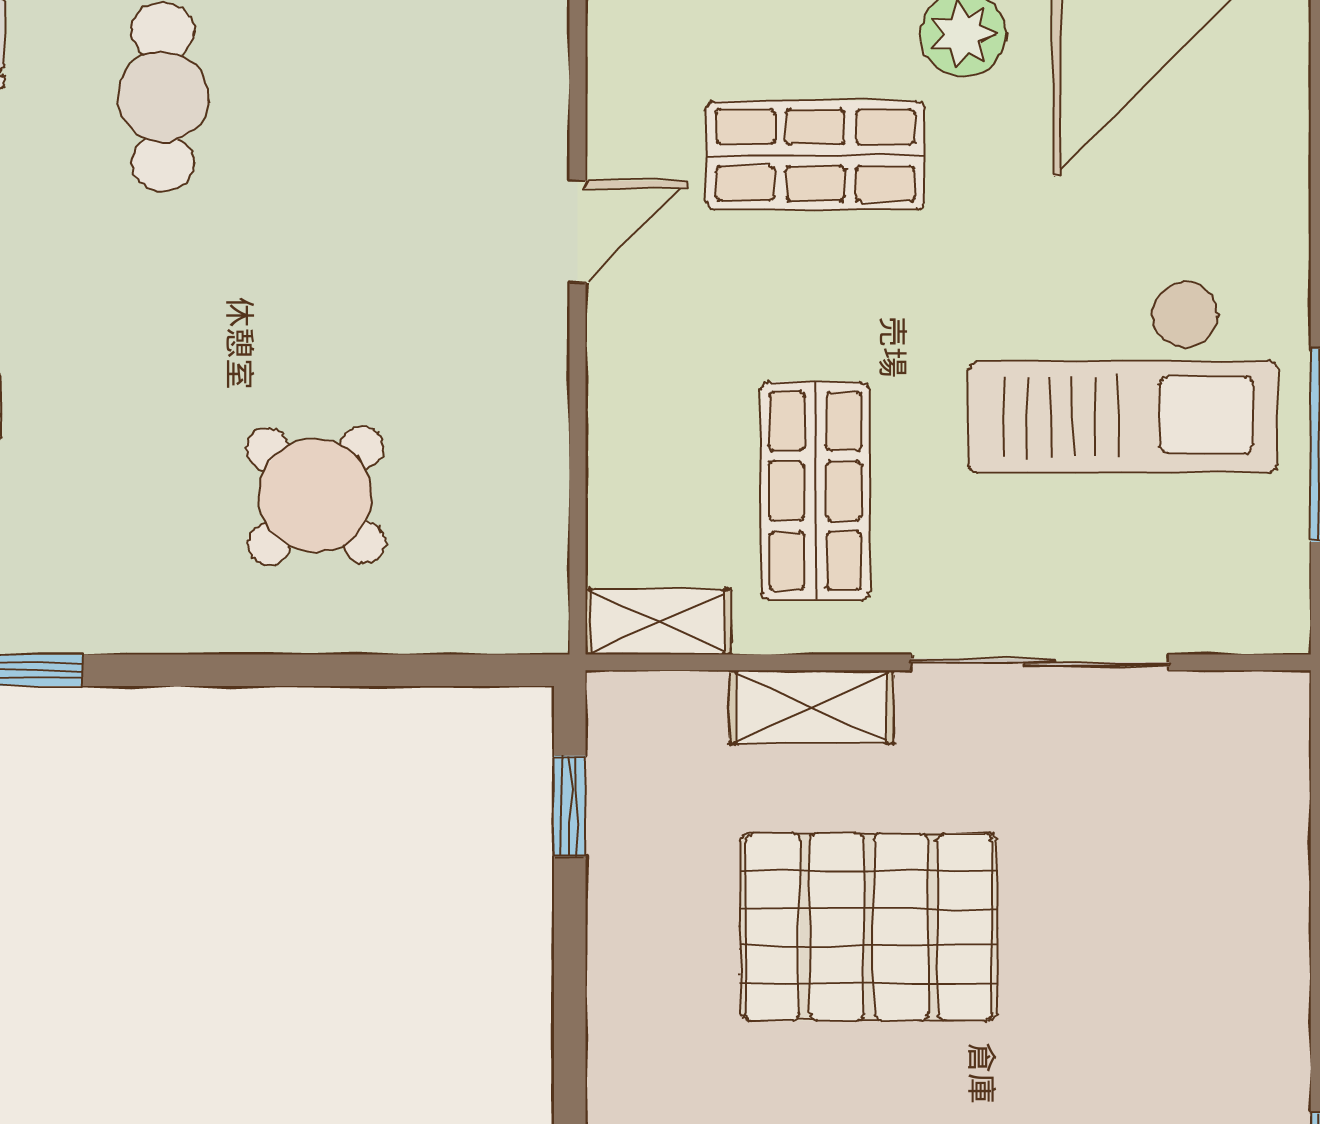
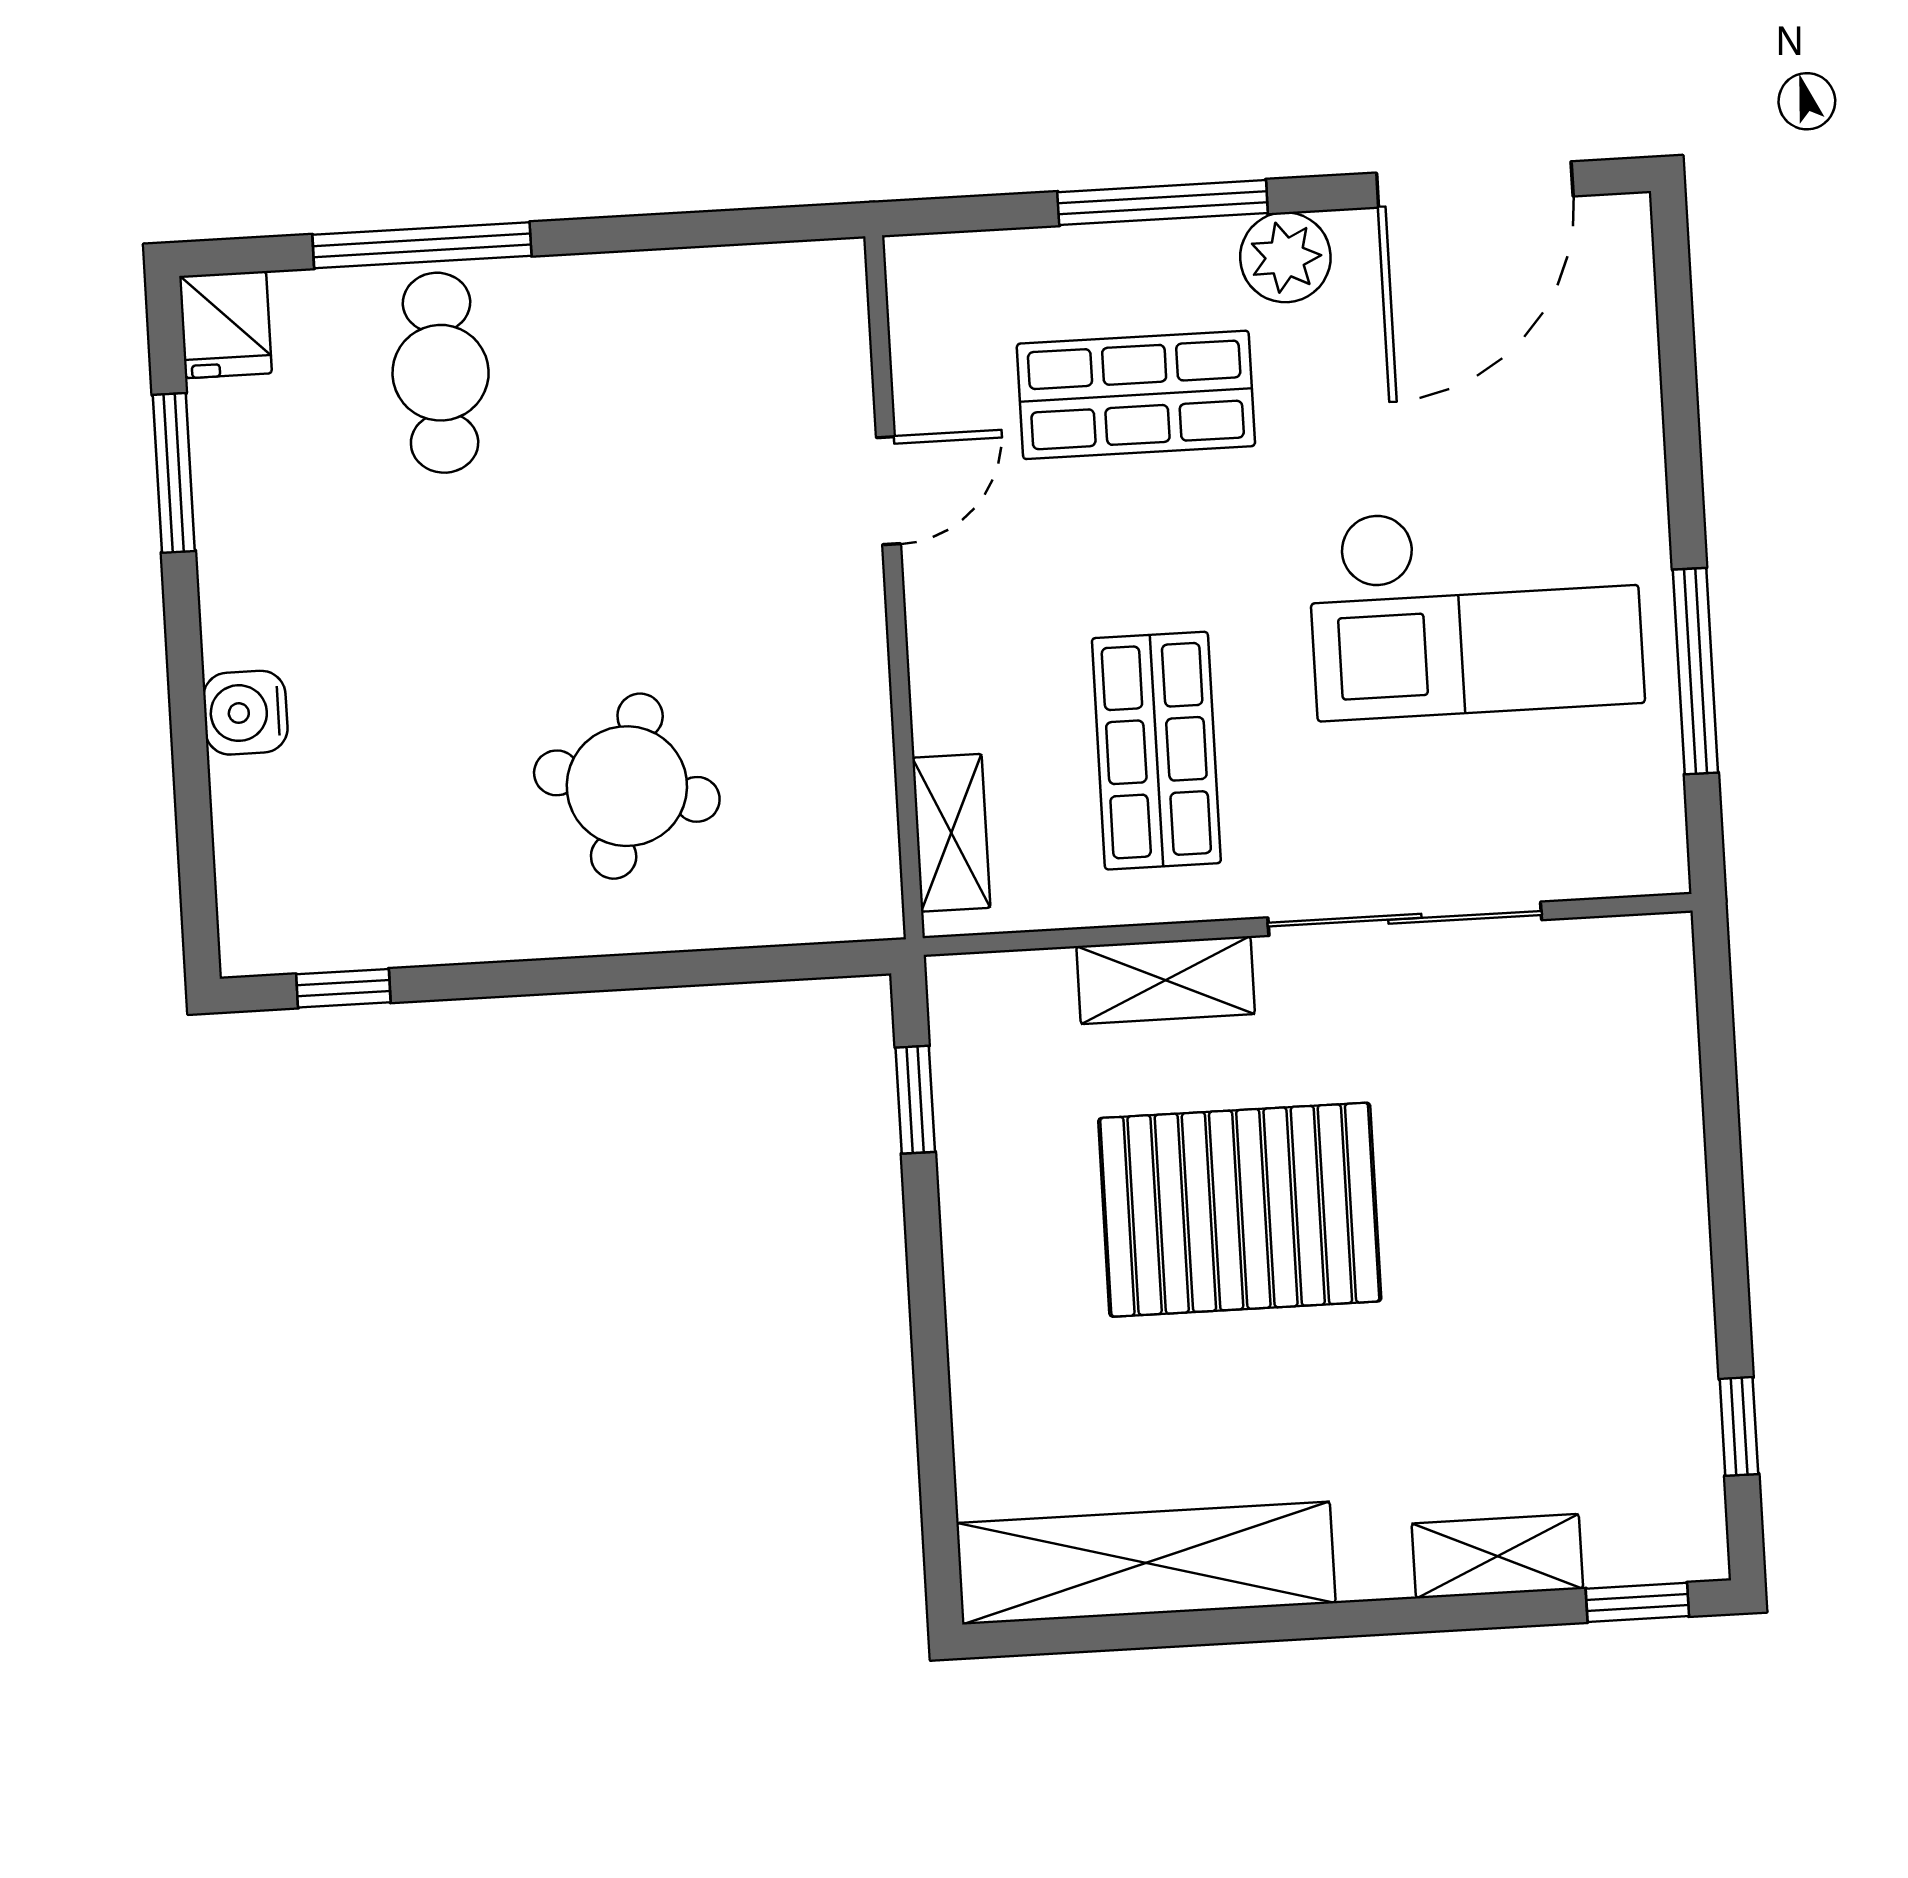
round table: (316, 496) -> (627, 786), turned -30
shelving: (658, 622) -> (951, 833), moved, turned 90

